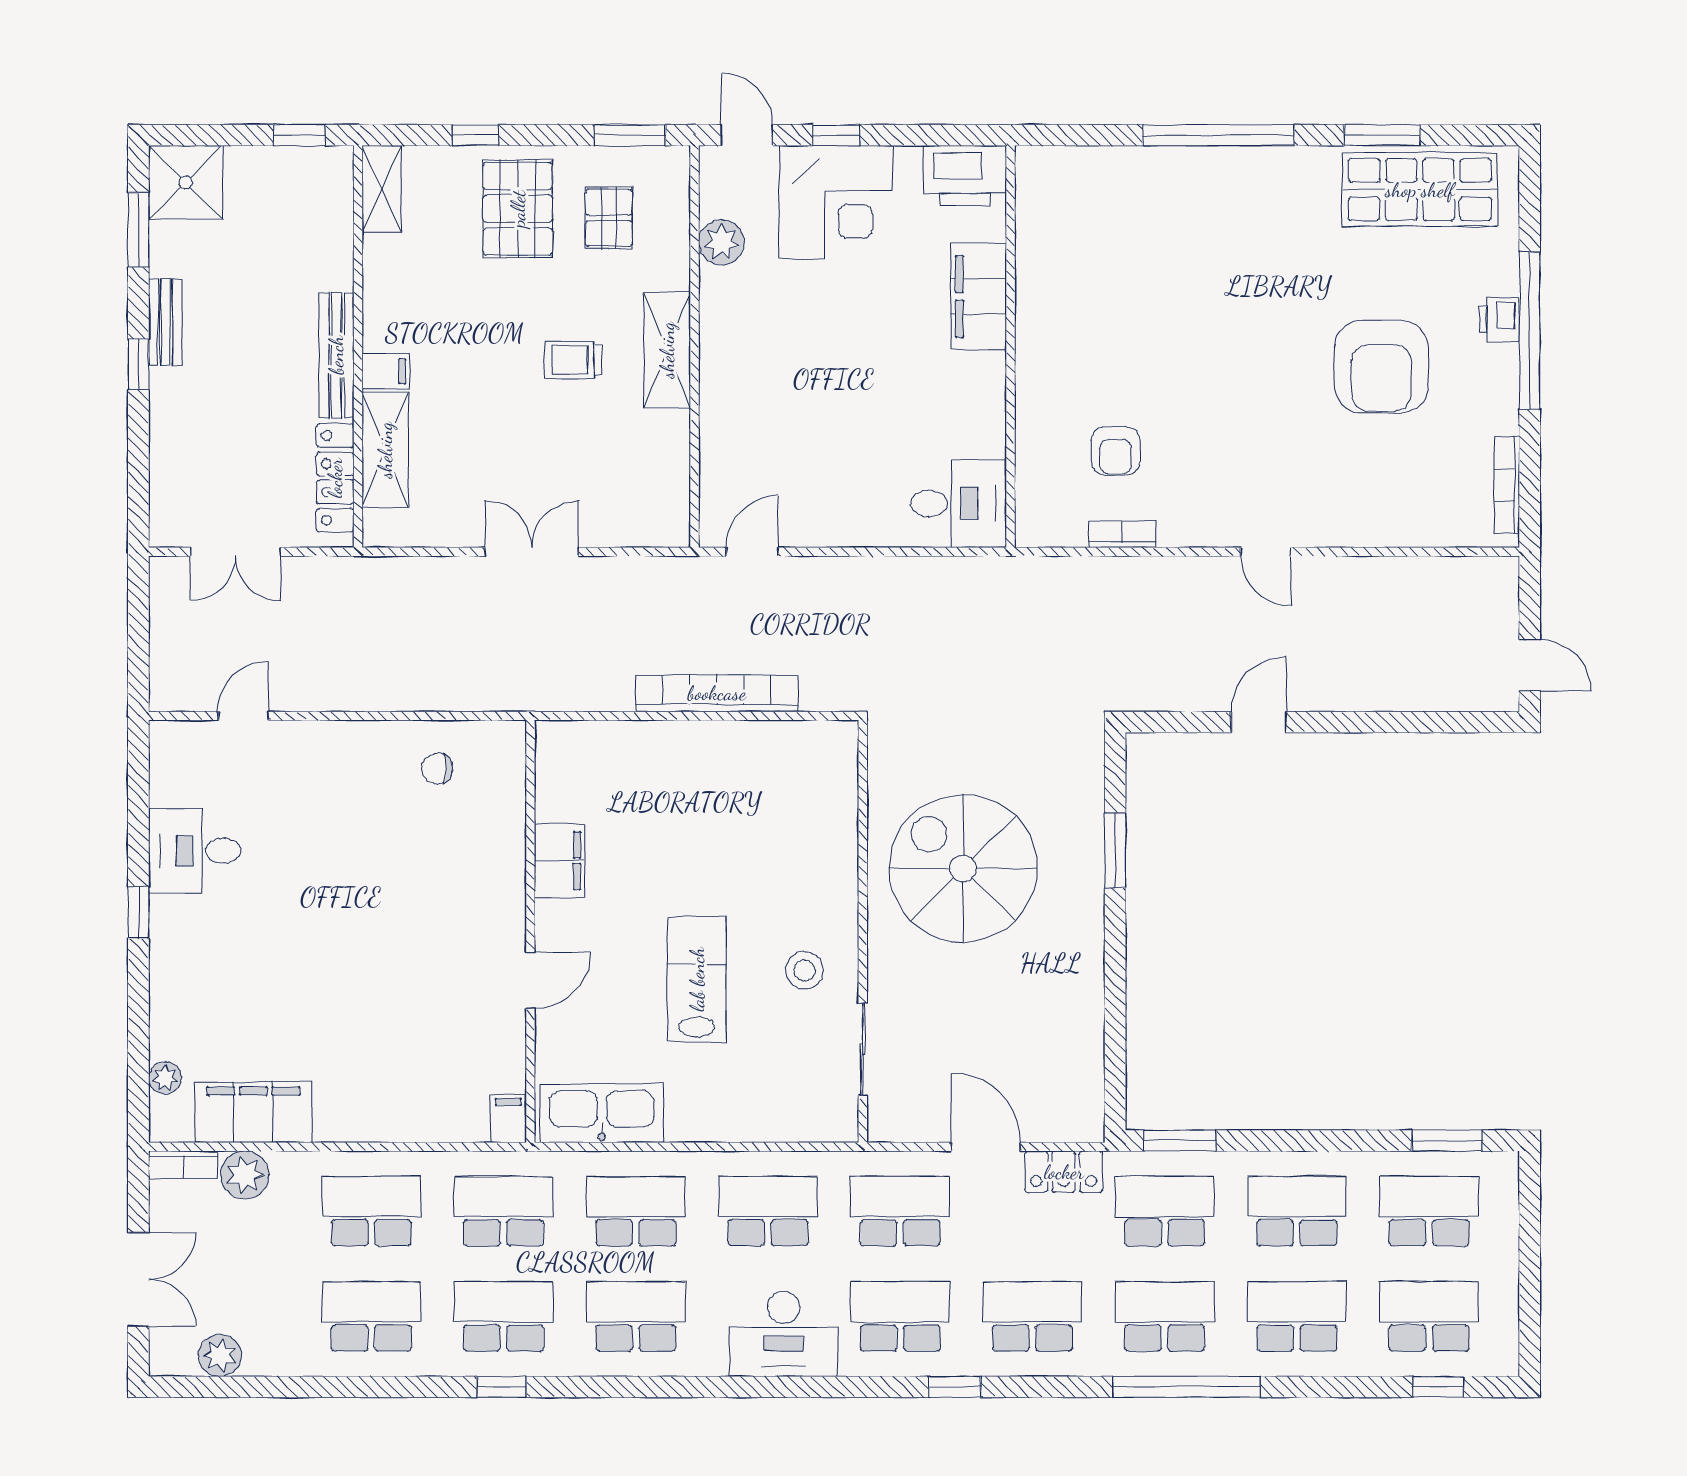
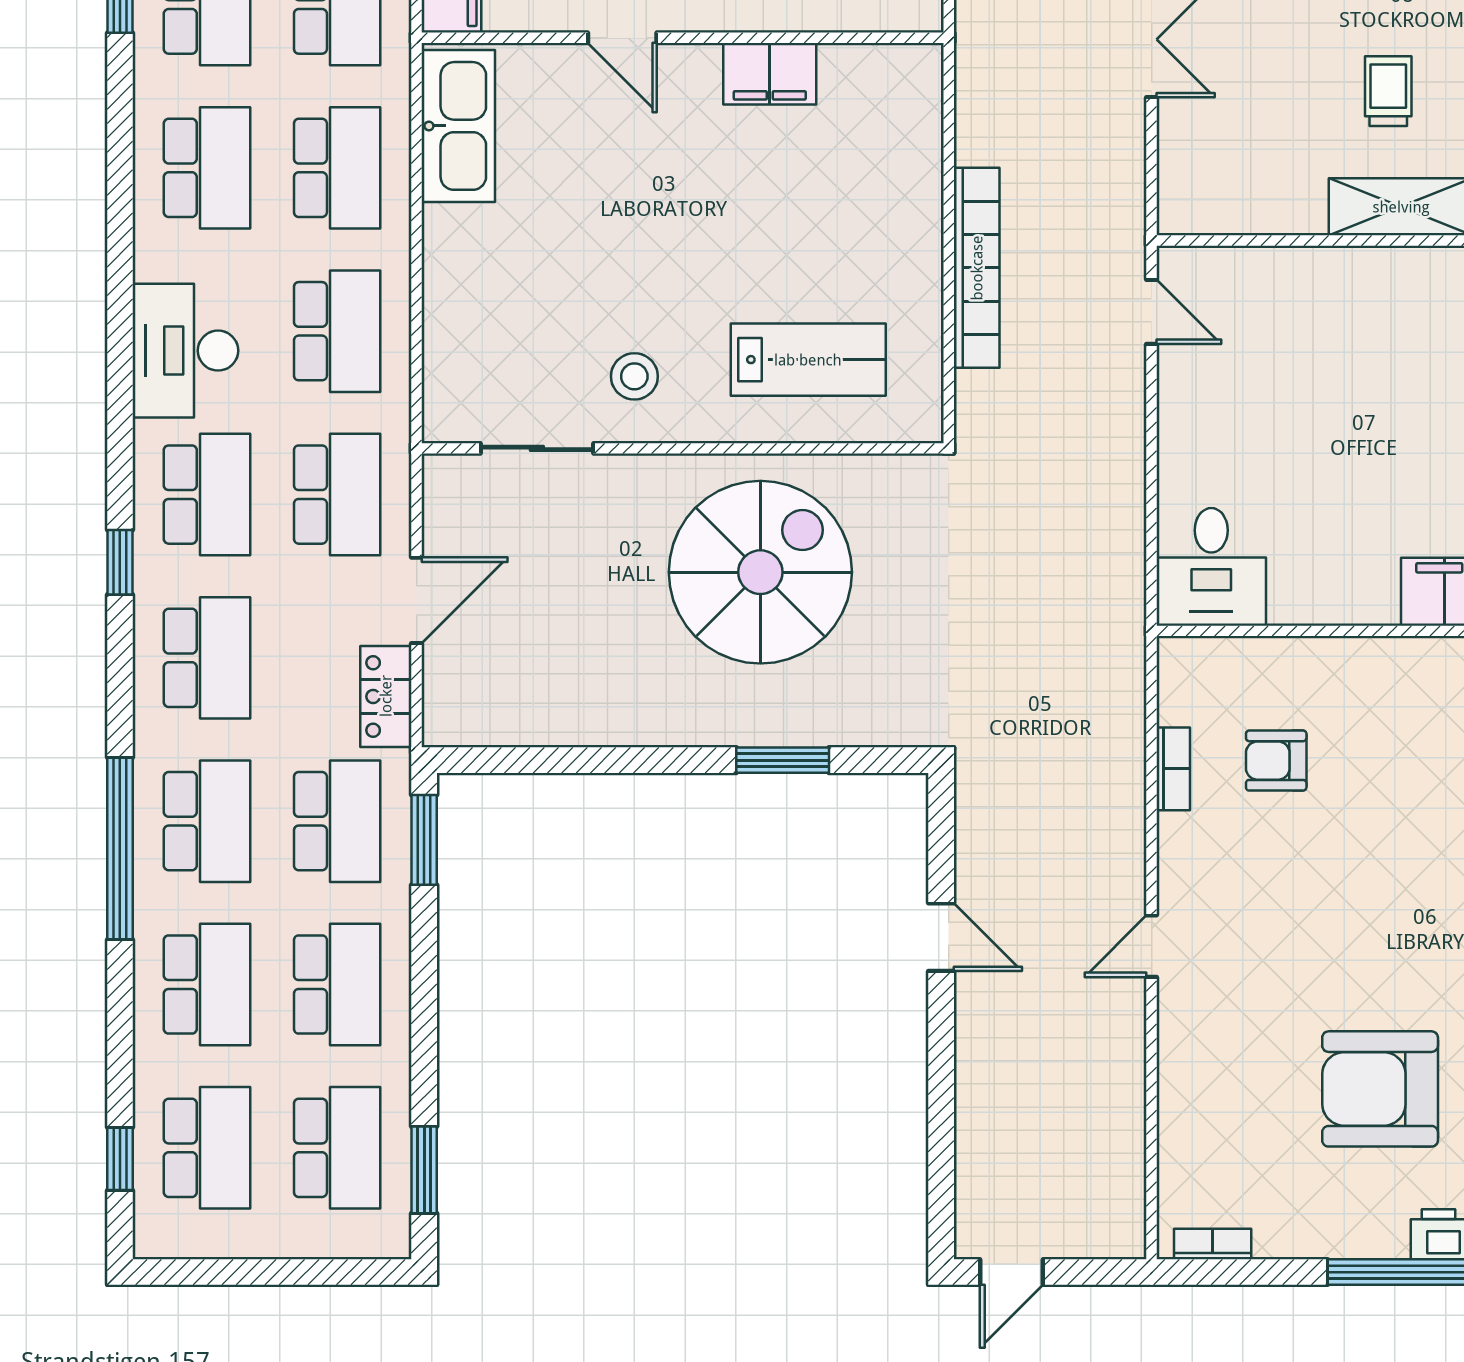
bookcase: (1507, 485) -> (1213, 1244), width x0.64
lab bench: (697, 979) -> (808, 360), moved

